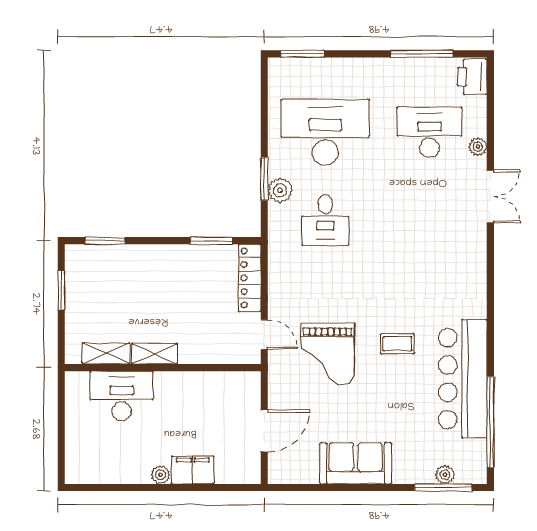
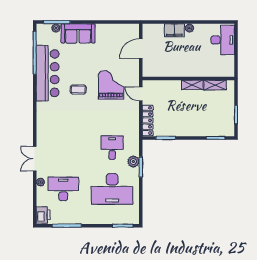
desk: (429, 132) -> (63, 189), turned 180
desk: (122, 396) -> (223, 40), moved, turned -90
sofa: (356, 463) -> (78, 33), moved

